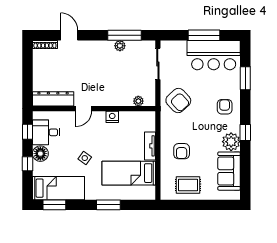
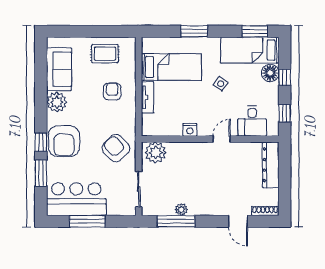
dresser: (53, 99) -> (271, 165), moved, turned 90
plant: (138, 101) -> (156, 153), width x1.88, depth x1.88
armchair: (225, 107) -> (64, 141), width x1.88, depth x1.88
desk: (46, 132) -> (252, 121), moved, turned 90
window: (245, 132) -> (41, 142), moved
floor lamp: (40, 154) -> (270, 73), moved

